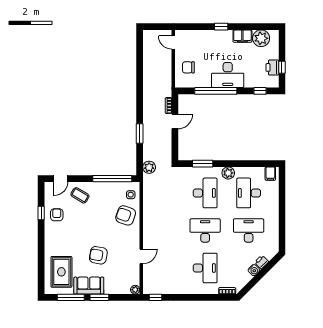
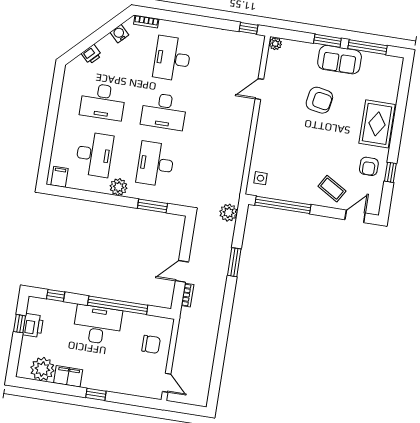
armchair: (126, 215) -> (272, 150), removed
water cooler: (254, 270) -> (119, 34), moved
rug: (61, 272) -> (377, 124), moved

